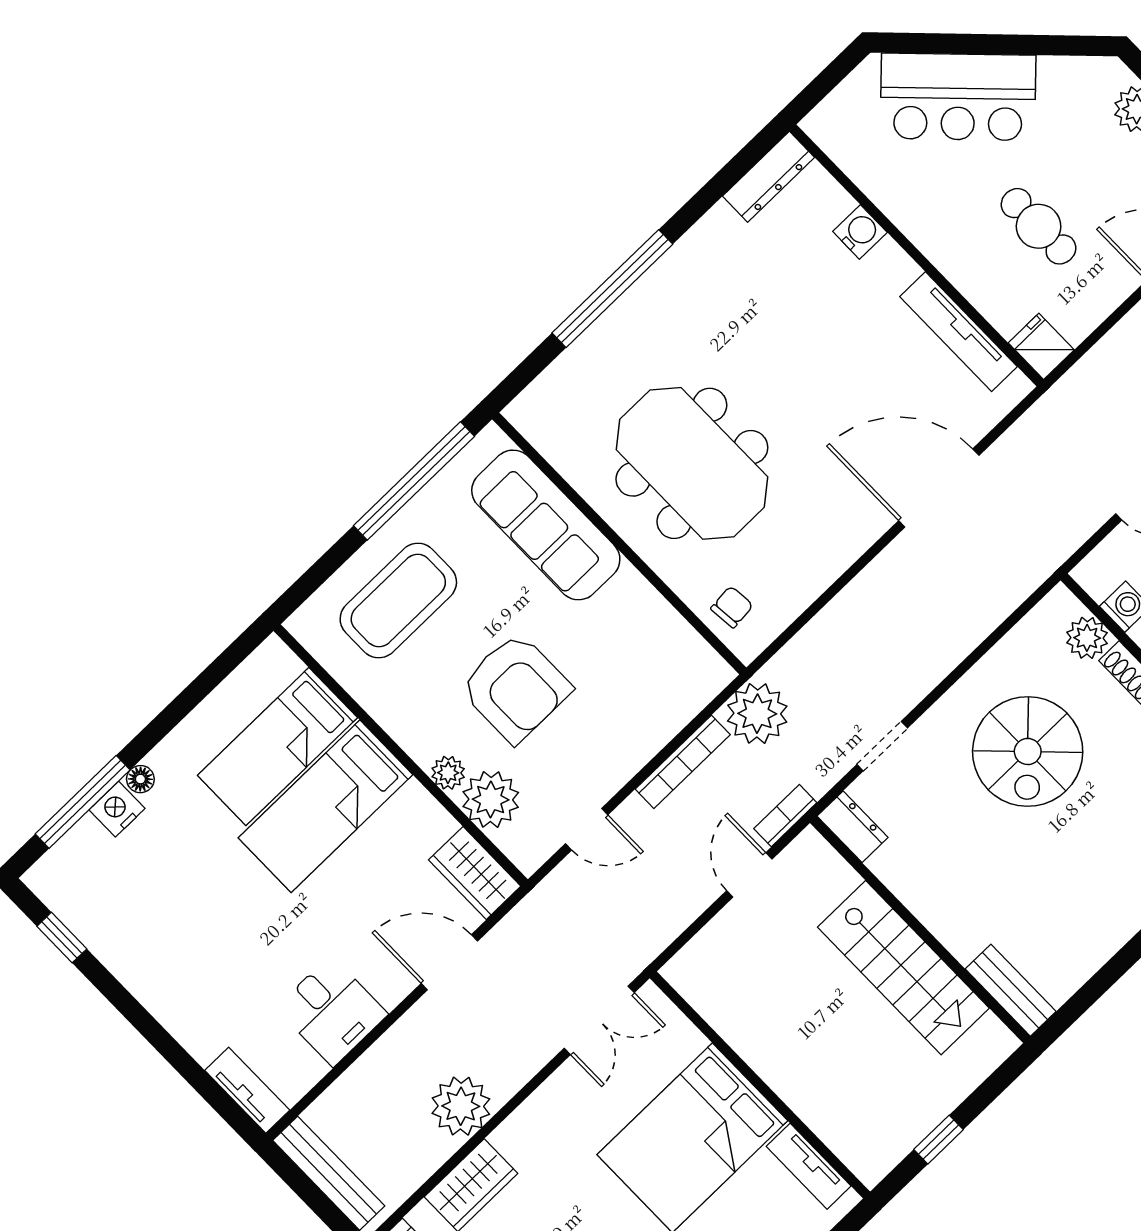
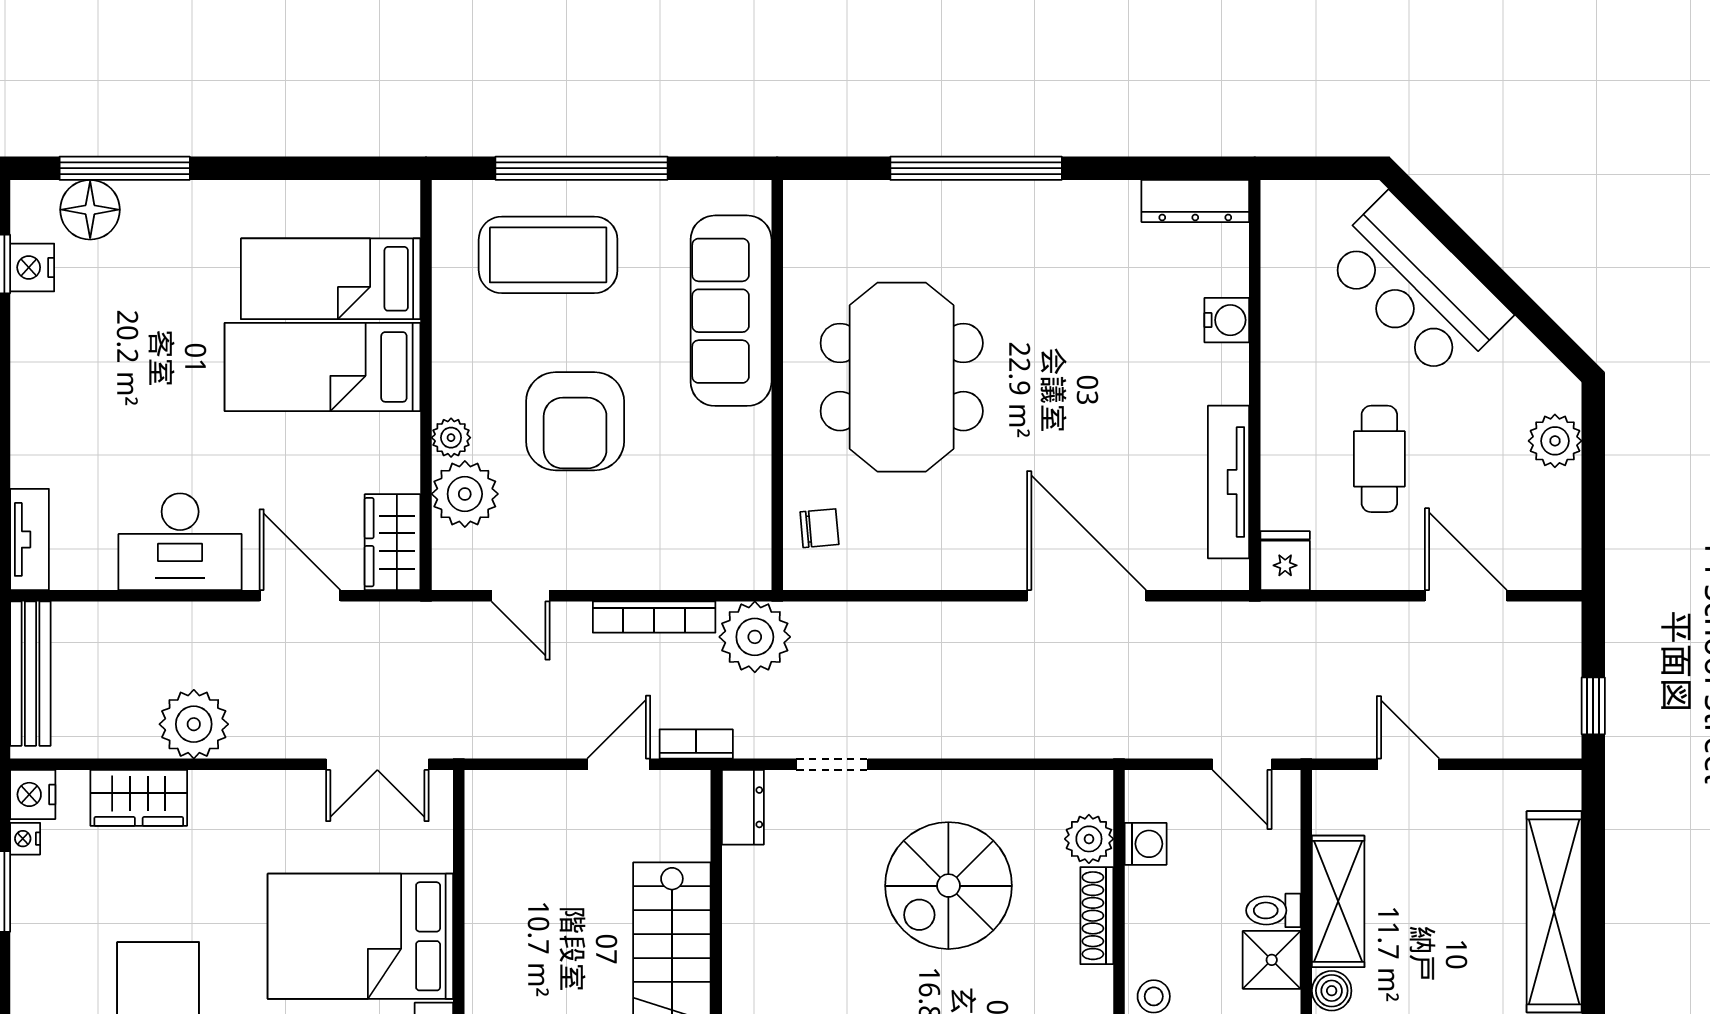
window: (414, 481) -> (581, 168), moved
floor lamp: (140, 779) -> (90, 210), moved, width x1.89, depth x1.89
nightstand: (117, 809) -> (32, 267), moved, turned -90
desk: (332, 1011) -> (180, 542), width x1.37

